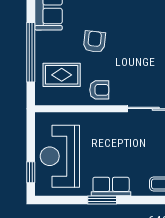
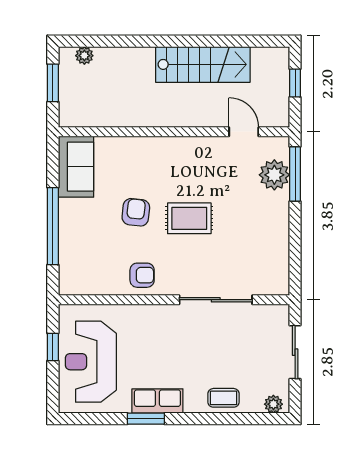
rug: (62, 75) -> (189, 218), moved
window: (31, 172) -> (53, 347), moved

